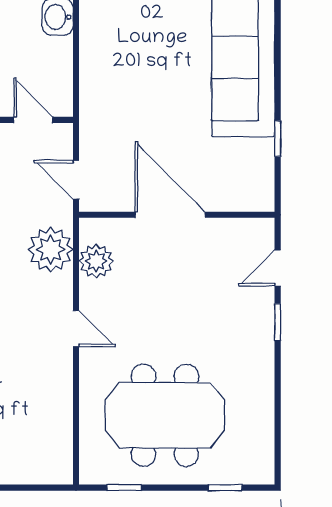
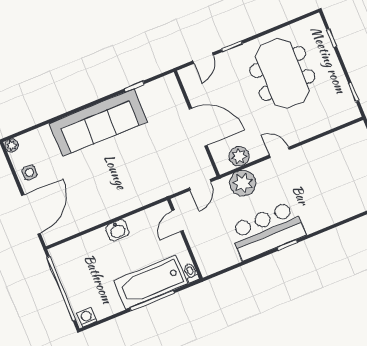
door: (170, 215) -> (198, 127), swing flipped
door: (278, 268) -> (203, 58), hinge flipped
door: (76, 329) -> (279, 152), hinge flipped
meeting table: (165, 415) -> (282, 73), moved

